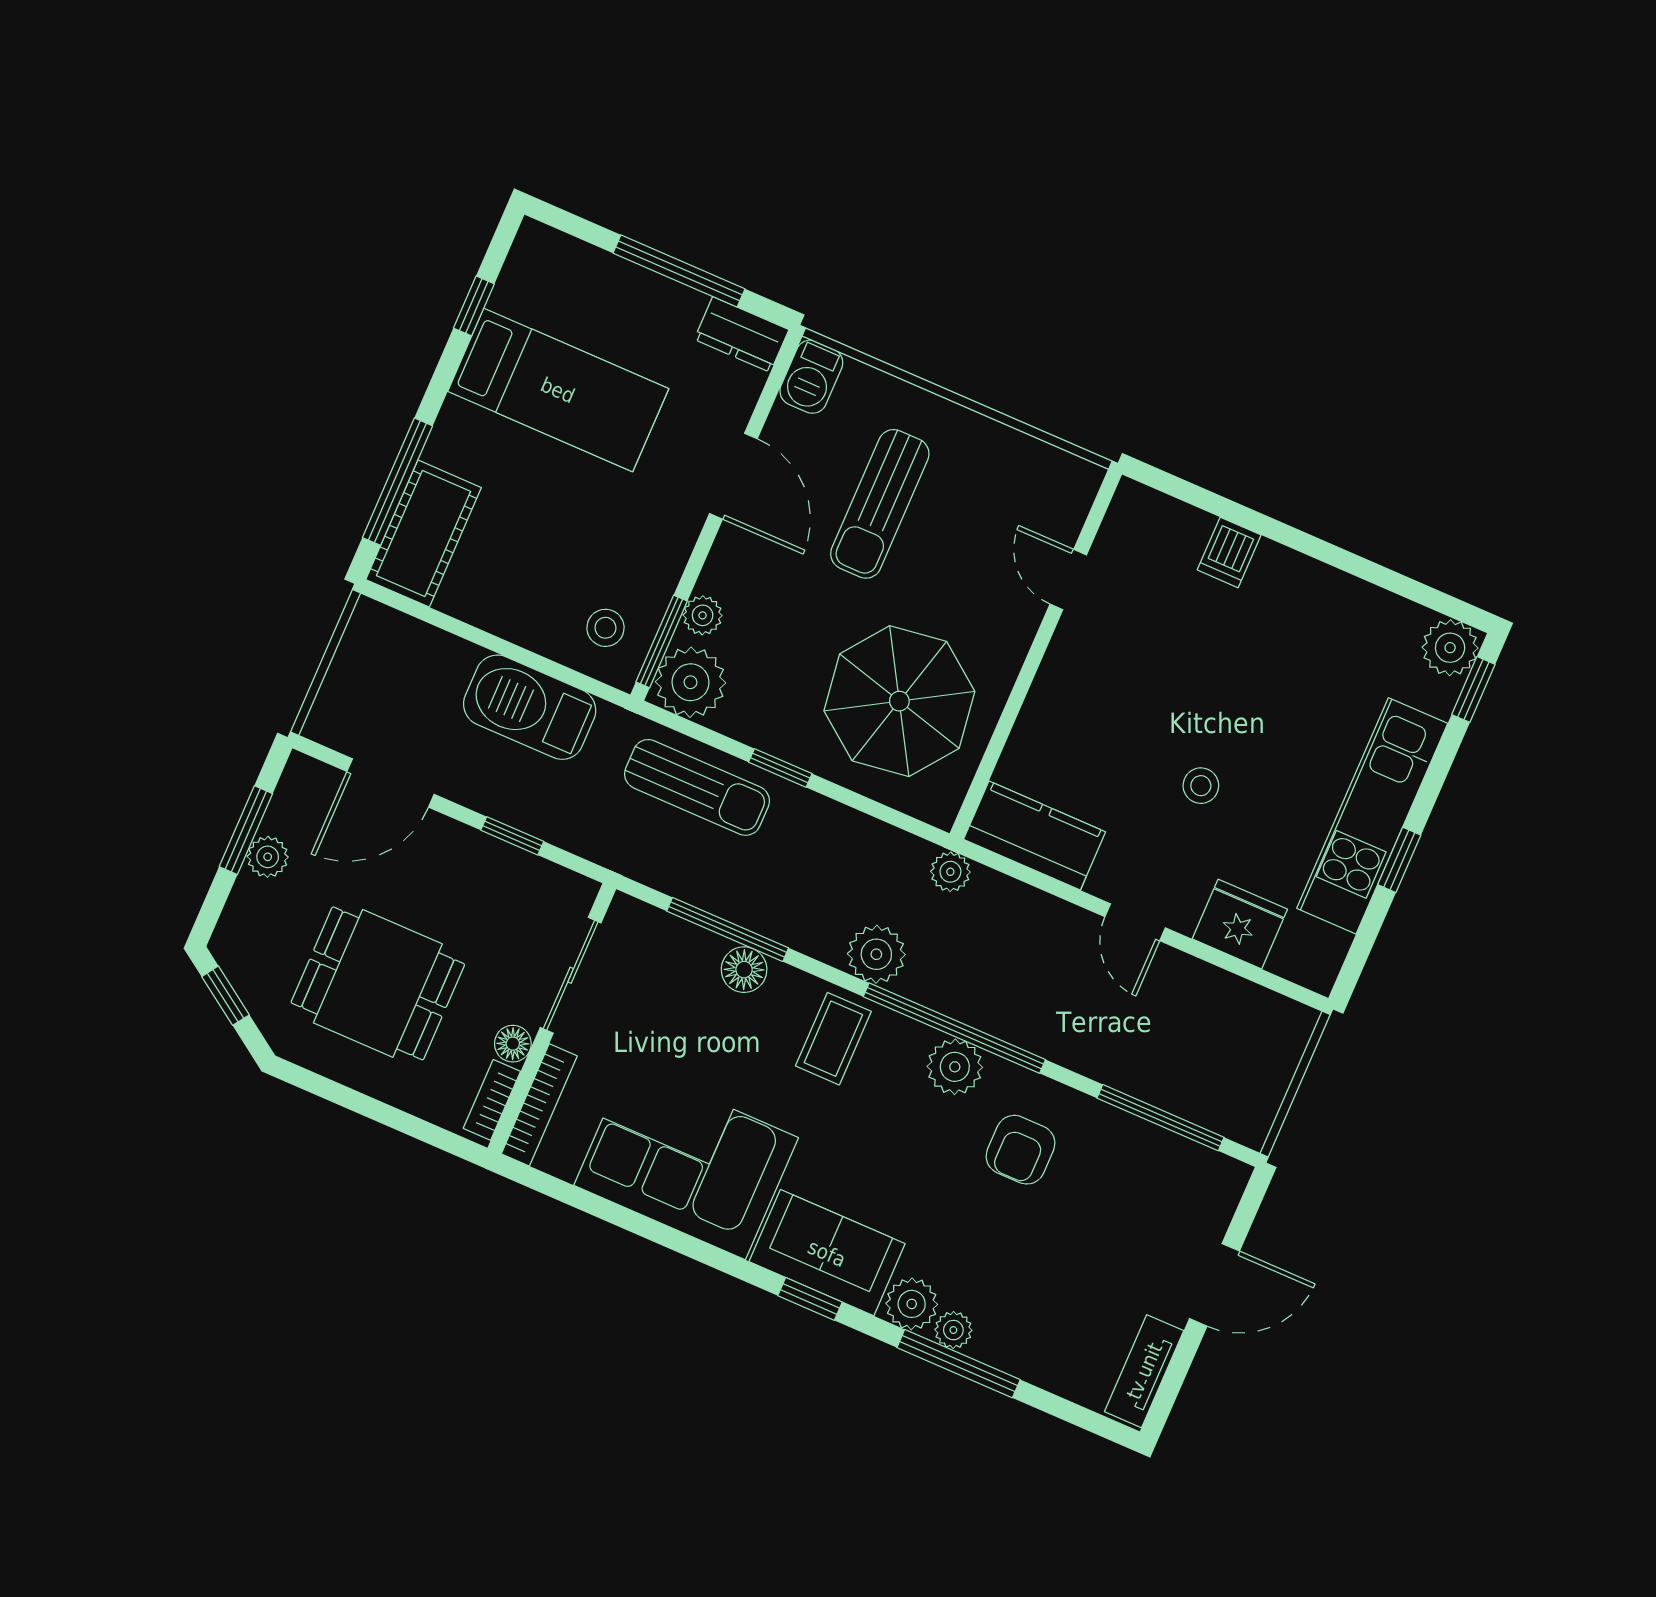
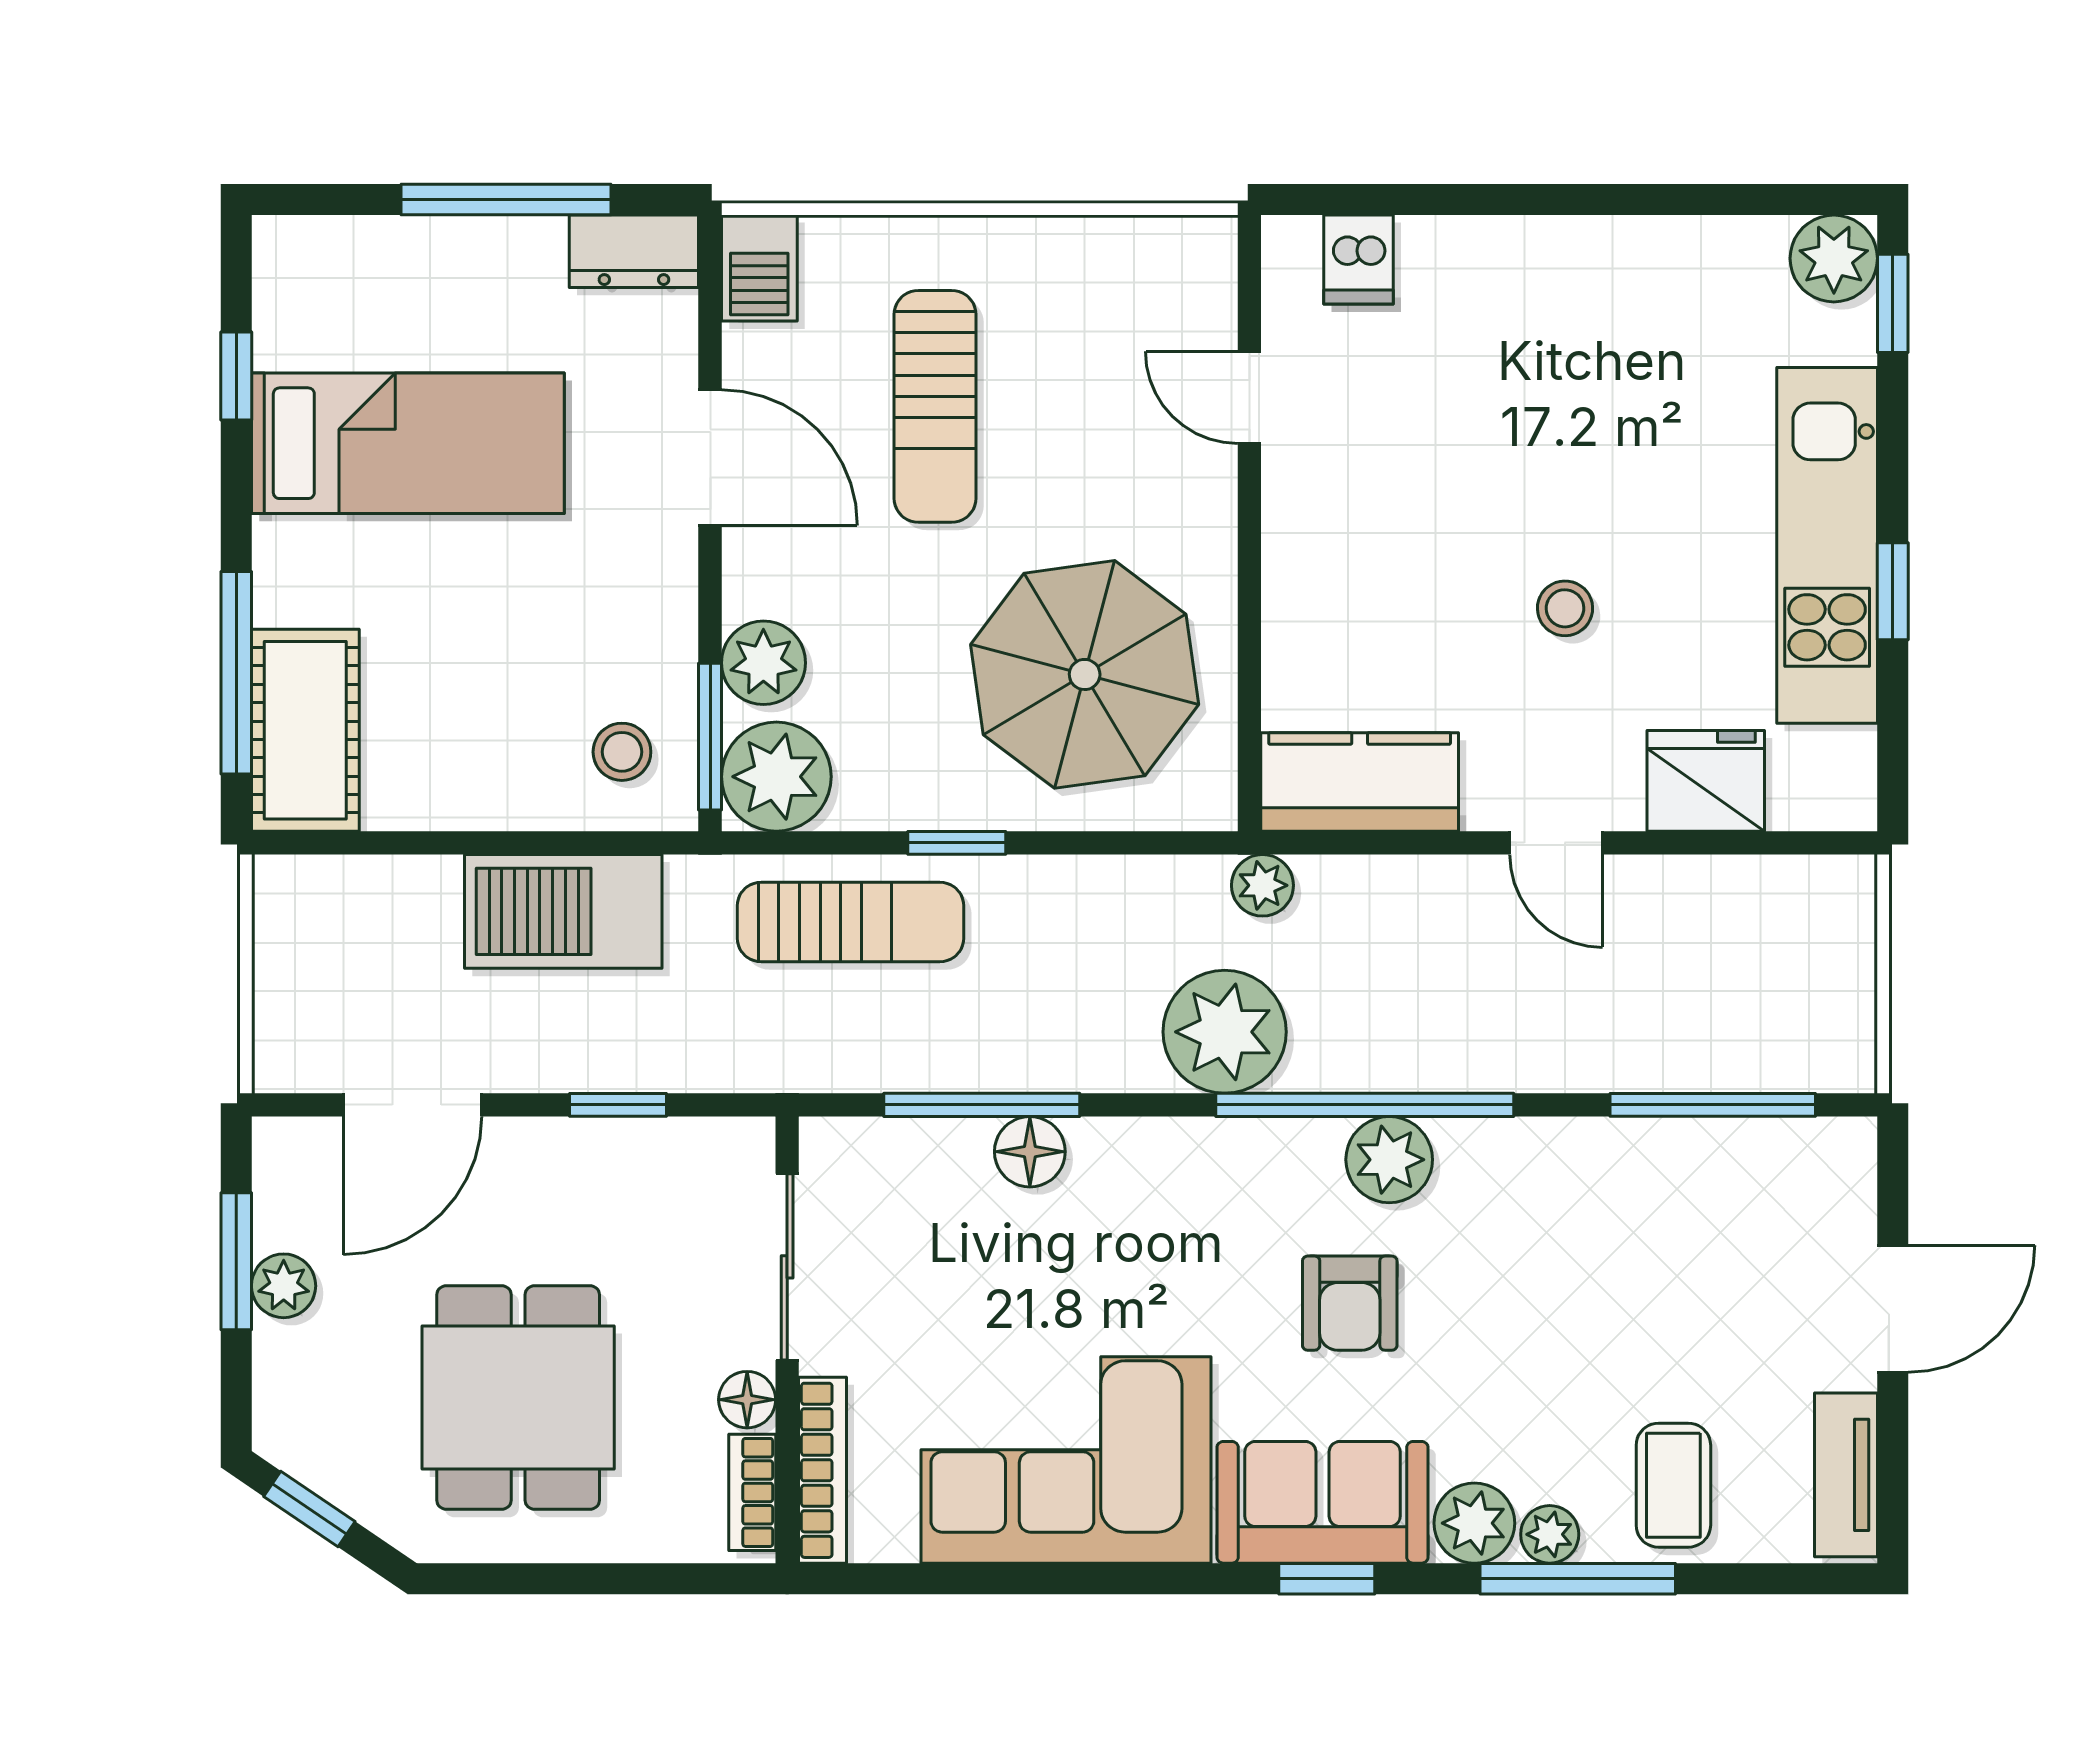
dishwasher: (1229, 552) -> (1358, 260), moved
plant: (703, 615) -> (763, 663), width x1.38, depth x1.38
plant: (876, 954) -> (1225, 1032), width x1.36, depth x1.36
dining table: (378, 983) -> (518, 1397), turned 90
coffee table: (833, 1039) -> (1673, 1485), moved
armchair: (1021, 1150) -> (1350, 1303), moved

